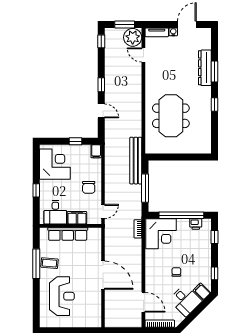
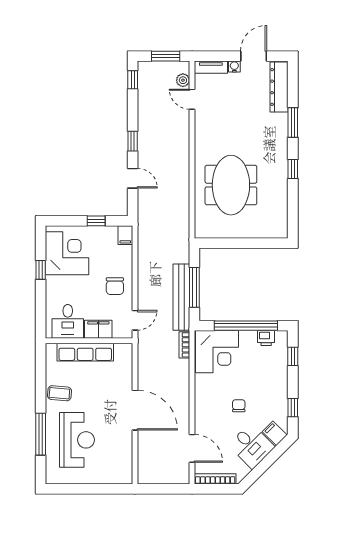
plant: (133, 37) -> (183, 80), width x0.53, depth x0.53
dresser: (205, 68) -> (279, 87), moved
bench: (136, 161) -> (181, 297), moved
window: (36, 190) -> (41, 270), moved
window: (36, 264) -> (41, 434), moved

